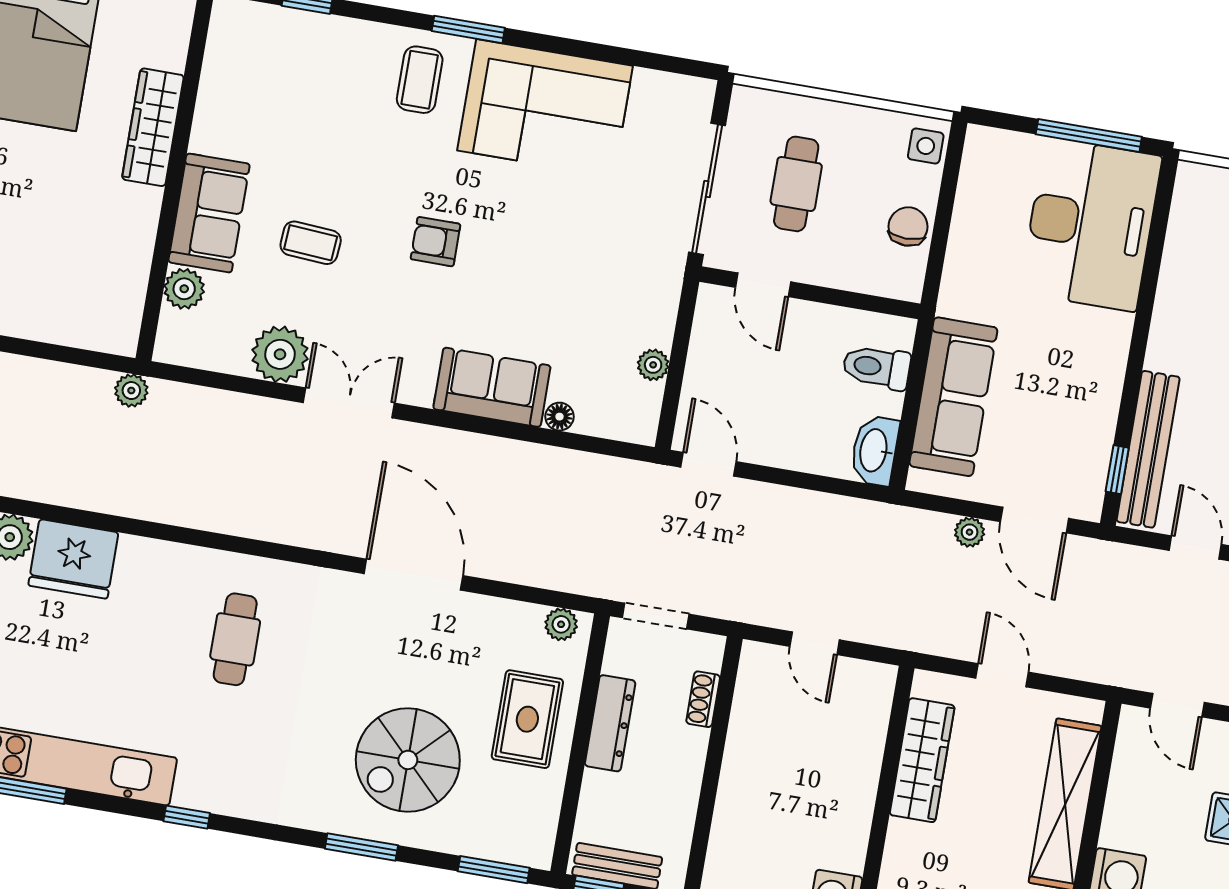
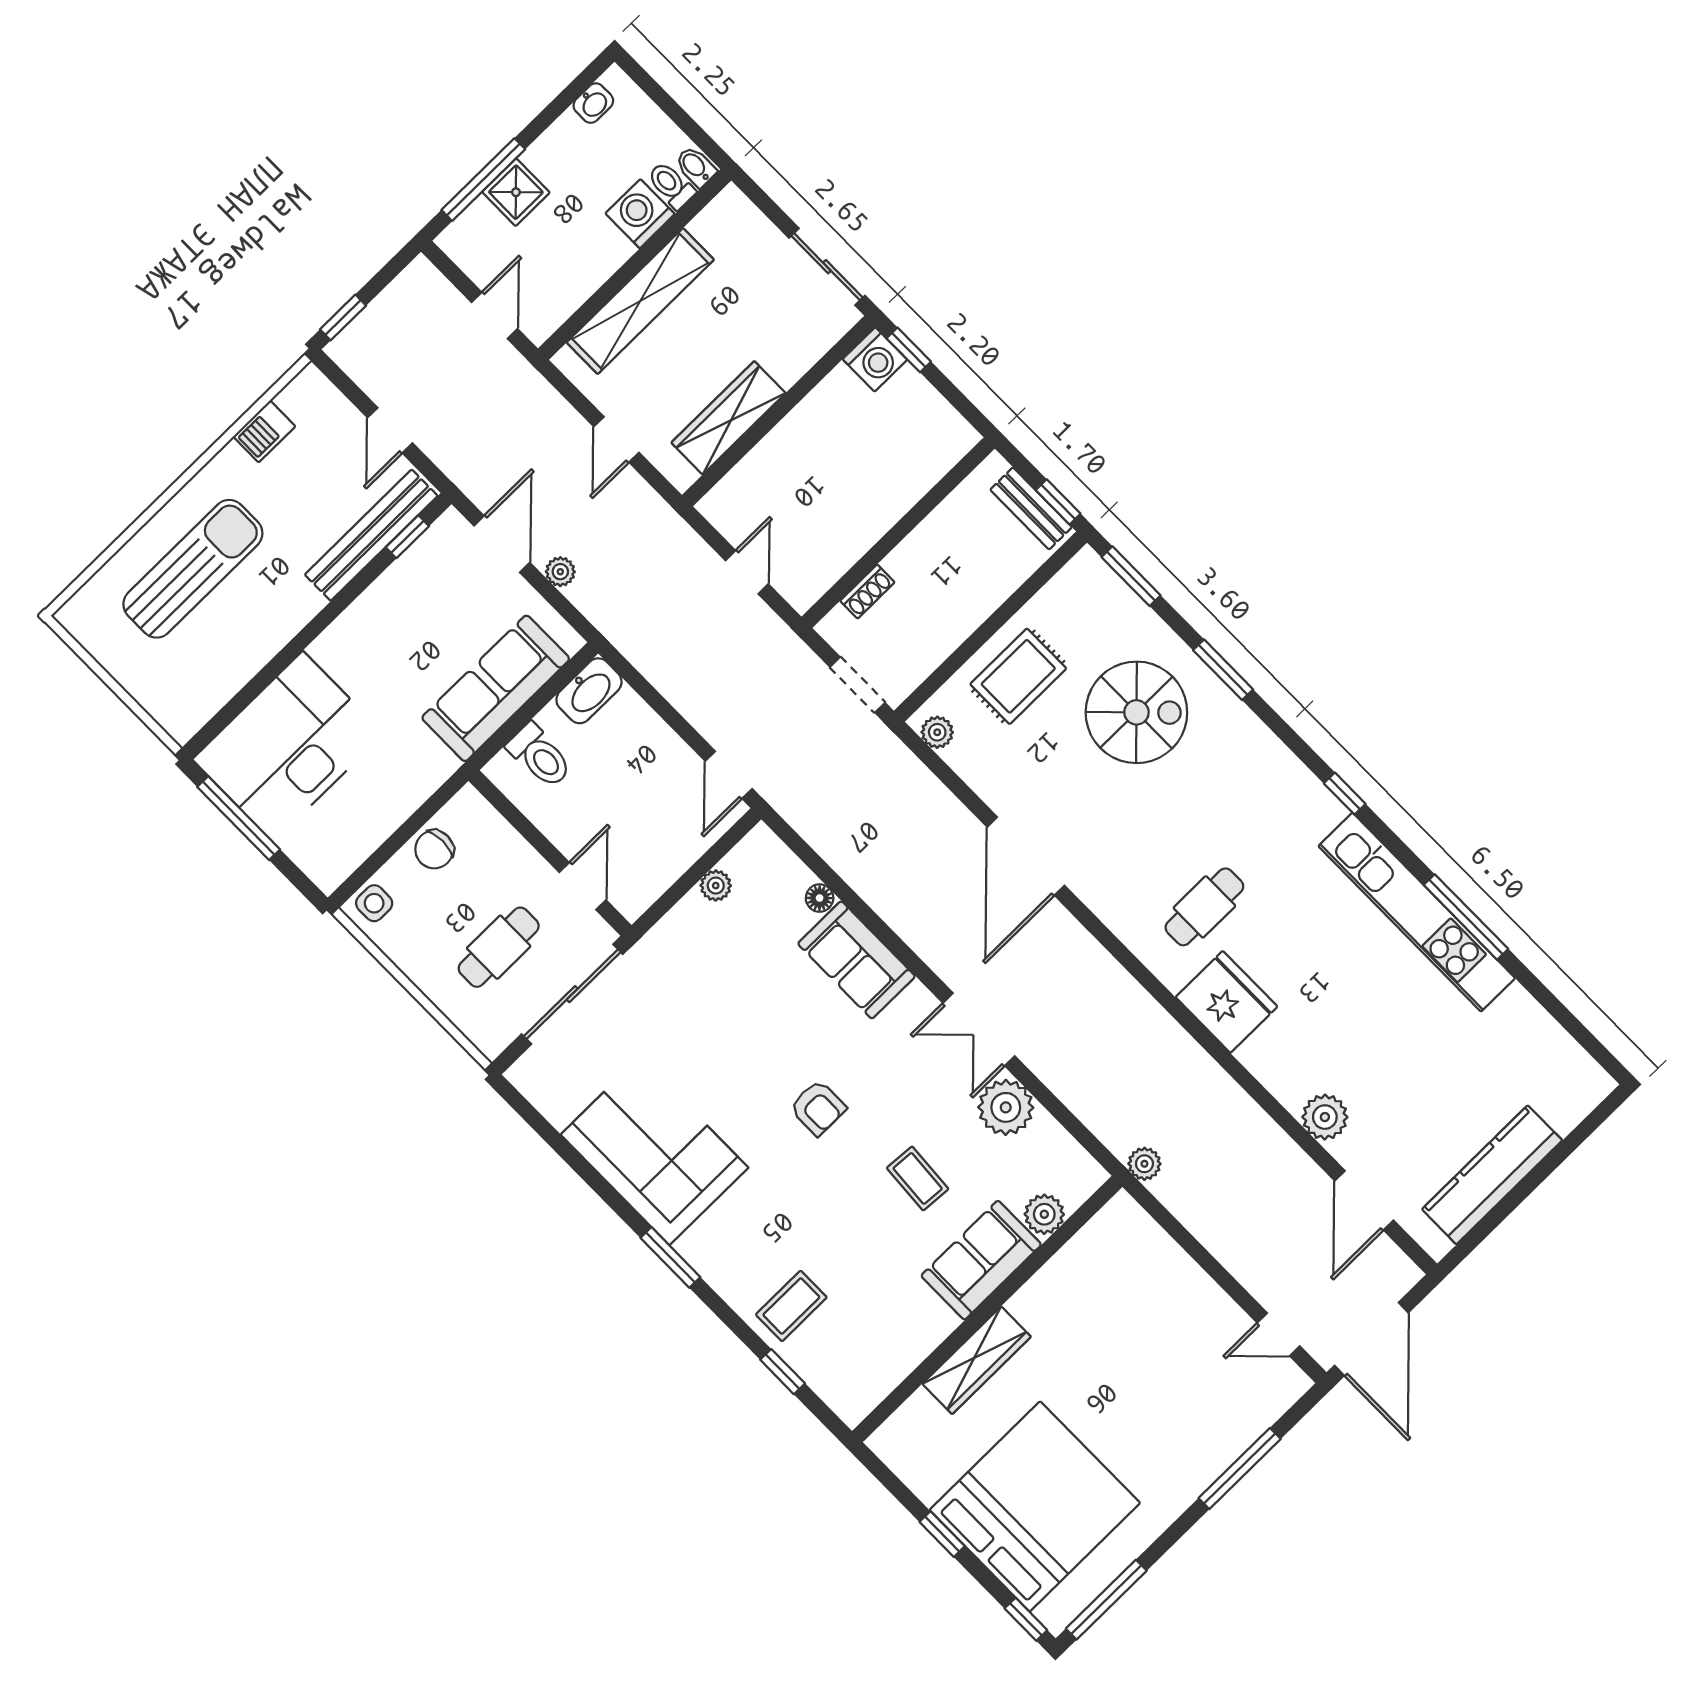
coffee table: (420, 80) -> (791, 1306), moved
fridge: (73, 559) -> (1227, 1002), moved
dresser: (610, 723) -> (955, 626), removed

